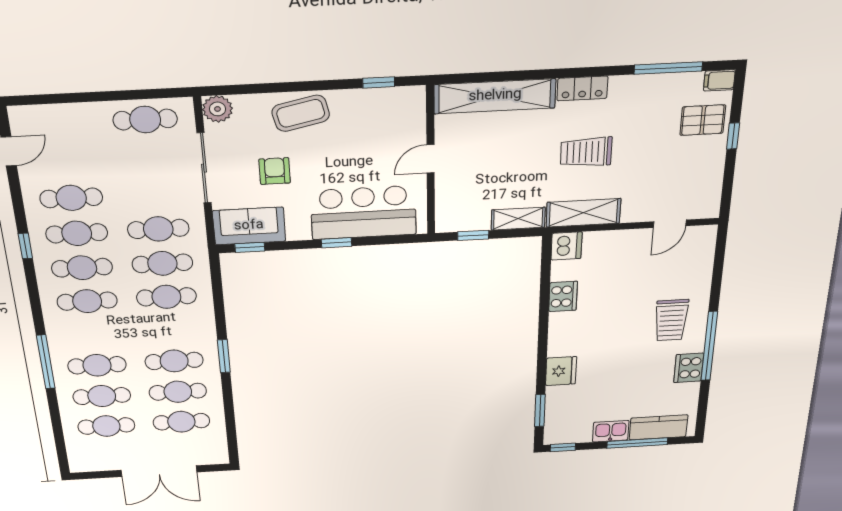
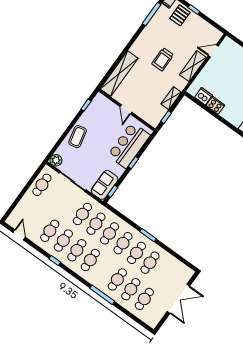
locker: (582, 88) -> (138, 45), removed
armchair: (275, 171) -> (91, 161), removed
shelving: (583, 213) -> (193, 66), moved
door: (670, 224) -> (213, 51), swing flipped
dishwasher: (566, 246) -> (203, 96), moved
cafe table: (181, 422) -> (123, 243), moved

